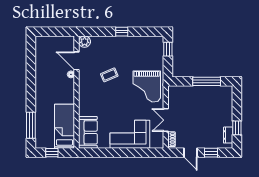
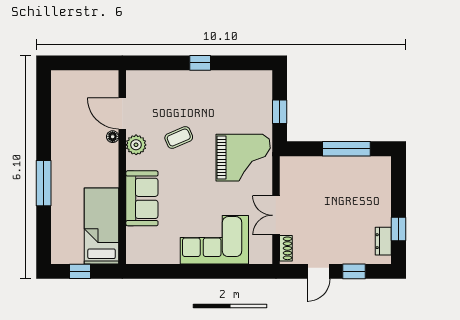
plant: (85, 42) -> (136, 145), moved
window: (168, 49) -> (280, 112), moved
grand piano: (147, 87) -> (243, 158), turned -90
window: (31, 125) -> (44, 183), moved
sofa: (88, 132) -> (142, 198), moved
door: (191, 153) -> (319, 271), hinge flipped

